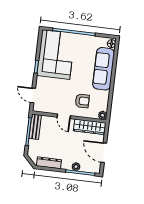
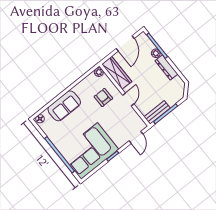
sofa: (104, 69) -> (64, 106), width x0.73
dresser: (49, 163) -> (166, 67), moved

